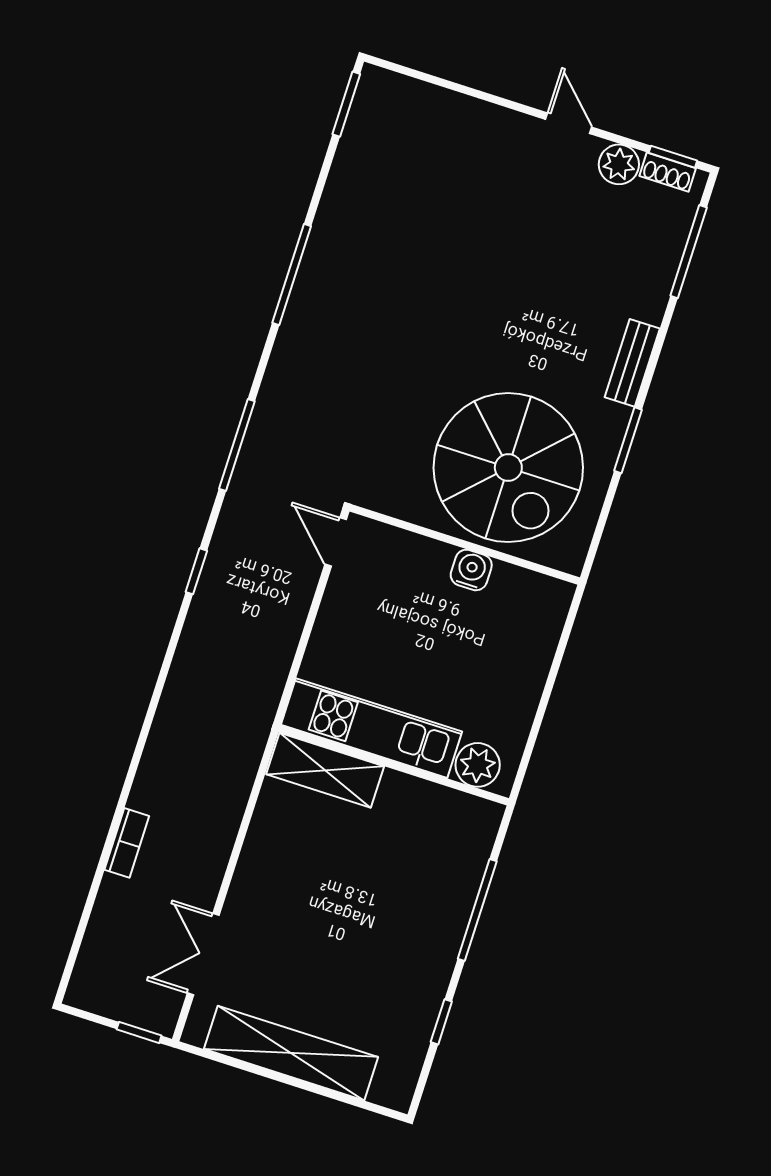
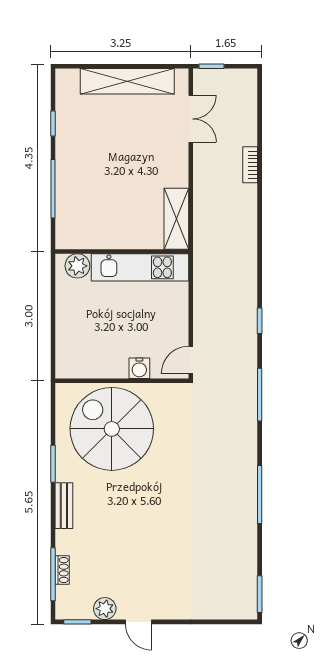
shoe rack: (668, 172) -> (62, 570), moved, turned 90
door: (336, 542) -> (191, 360), swing flipped
water cooler: (471, 570) -> (139, 368), moved
shelving: (325, 770) -> (176, 219), moved, turned 90

